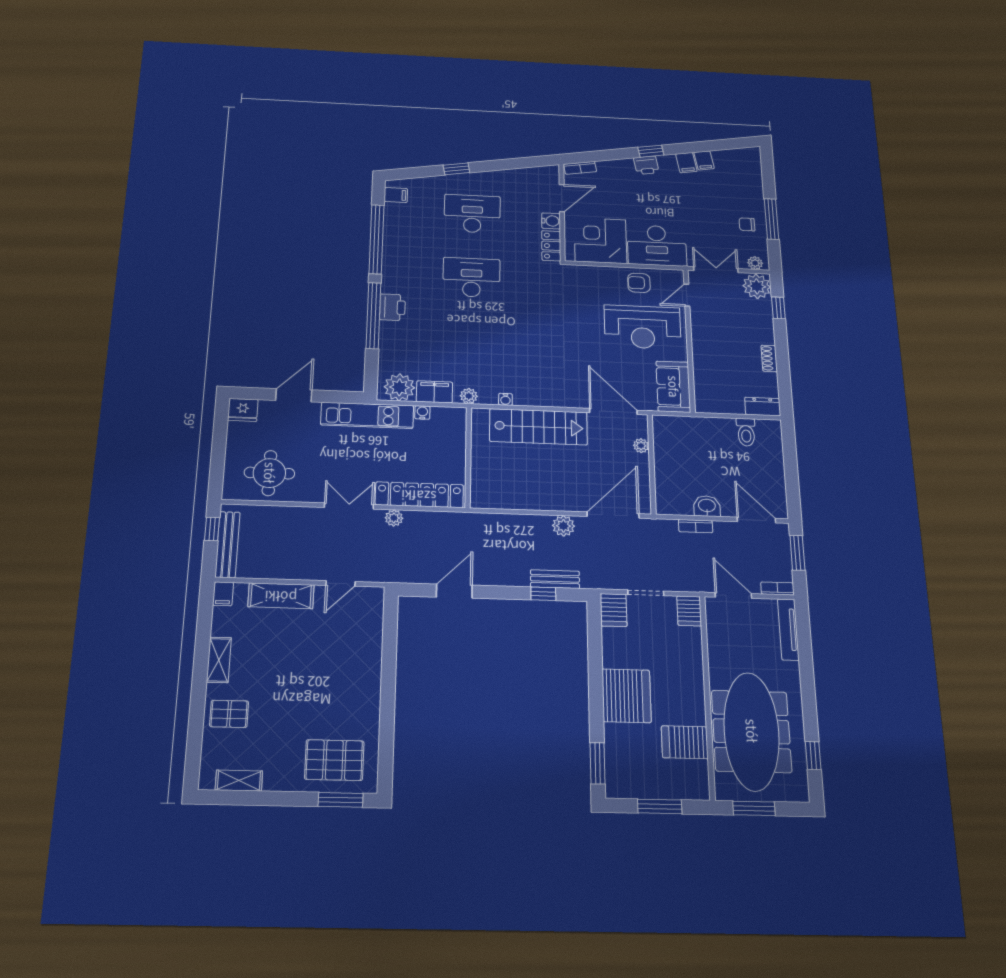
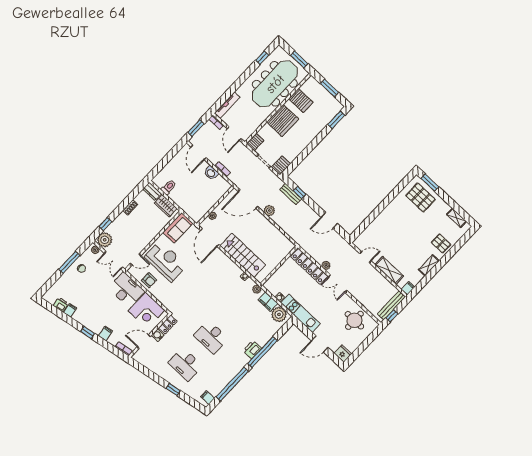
filing cabinet: (686, 163) -> (106, 333), moved
printer: (646, 165) -> (61, 305), moved
wardrobe: (723, 403) -> (166, 206), added
server rack: (626, 696) -> (283, 120), moved, turned 180

